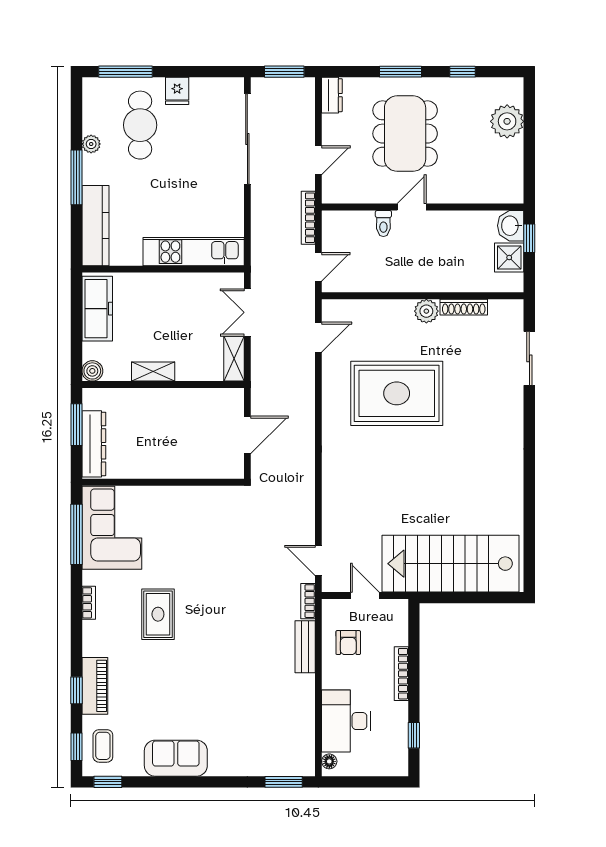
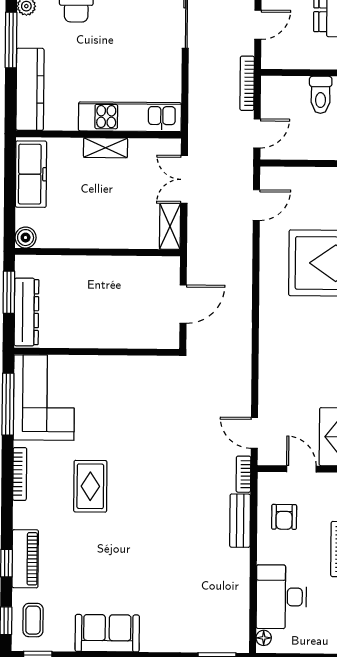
toilet: (383, 223) -> (321, 95), width x1.37, depth x1.39
shelving: (153, 372) -> (106, 148), moved
bookcase: (89, 603) -> (20, 474), width x1.56

